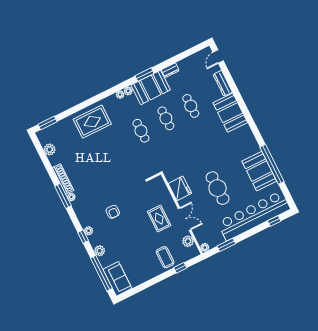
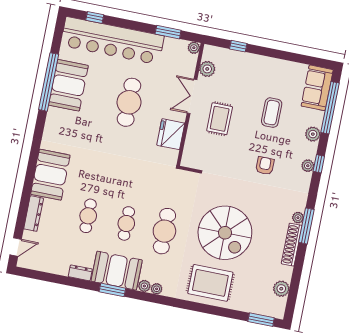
cafe table: (141, 131) -> (164, 231), width x1.37, depth x1.35
spiral stairs: (106, 156) -> (225, 233), added
coffee table: (165, 257) -> (272, 113), moved

